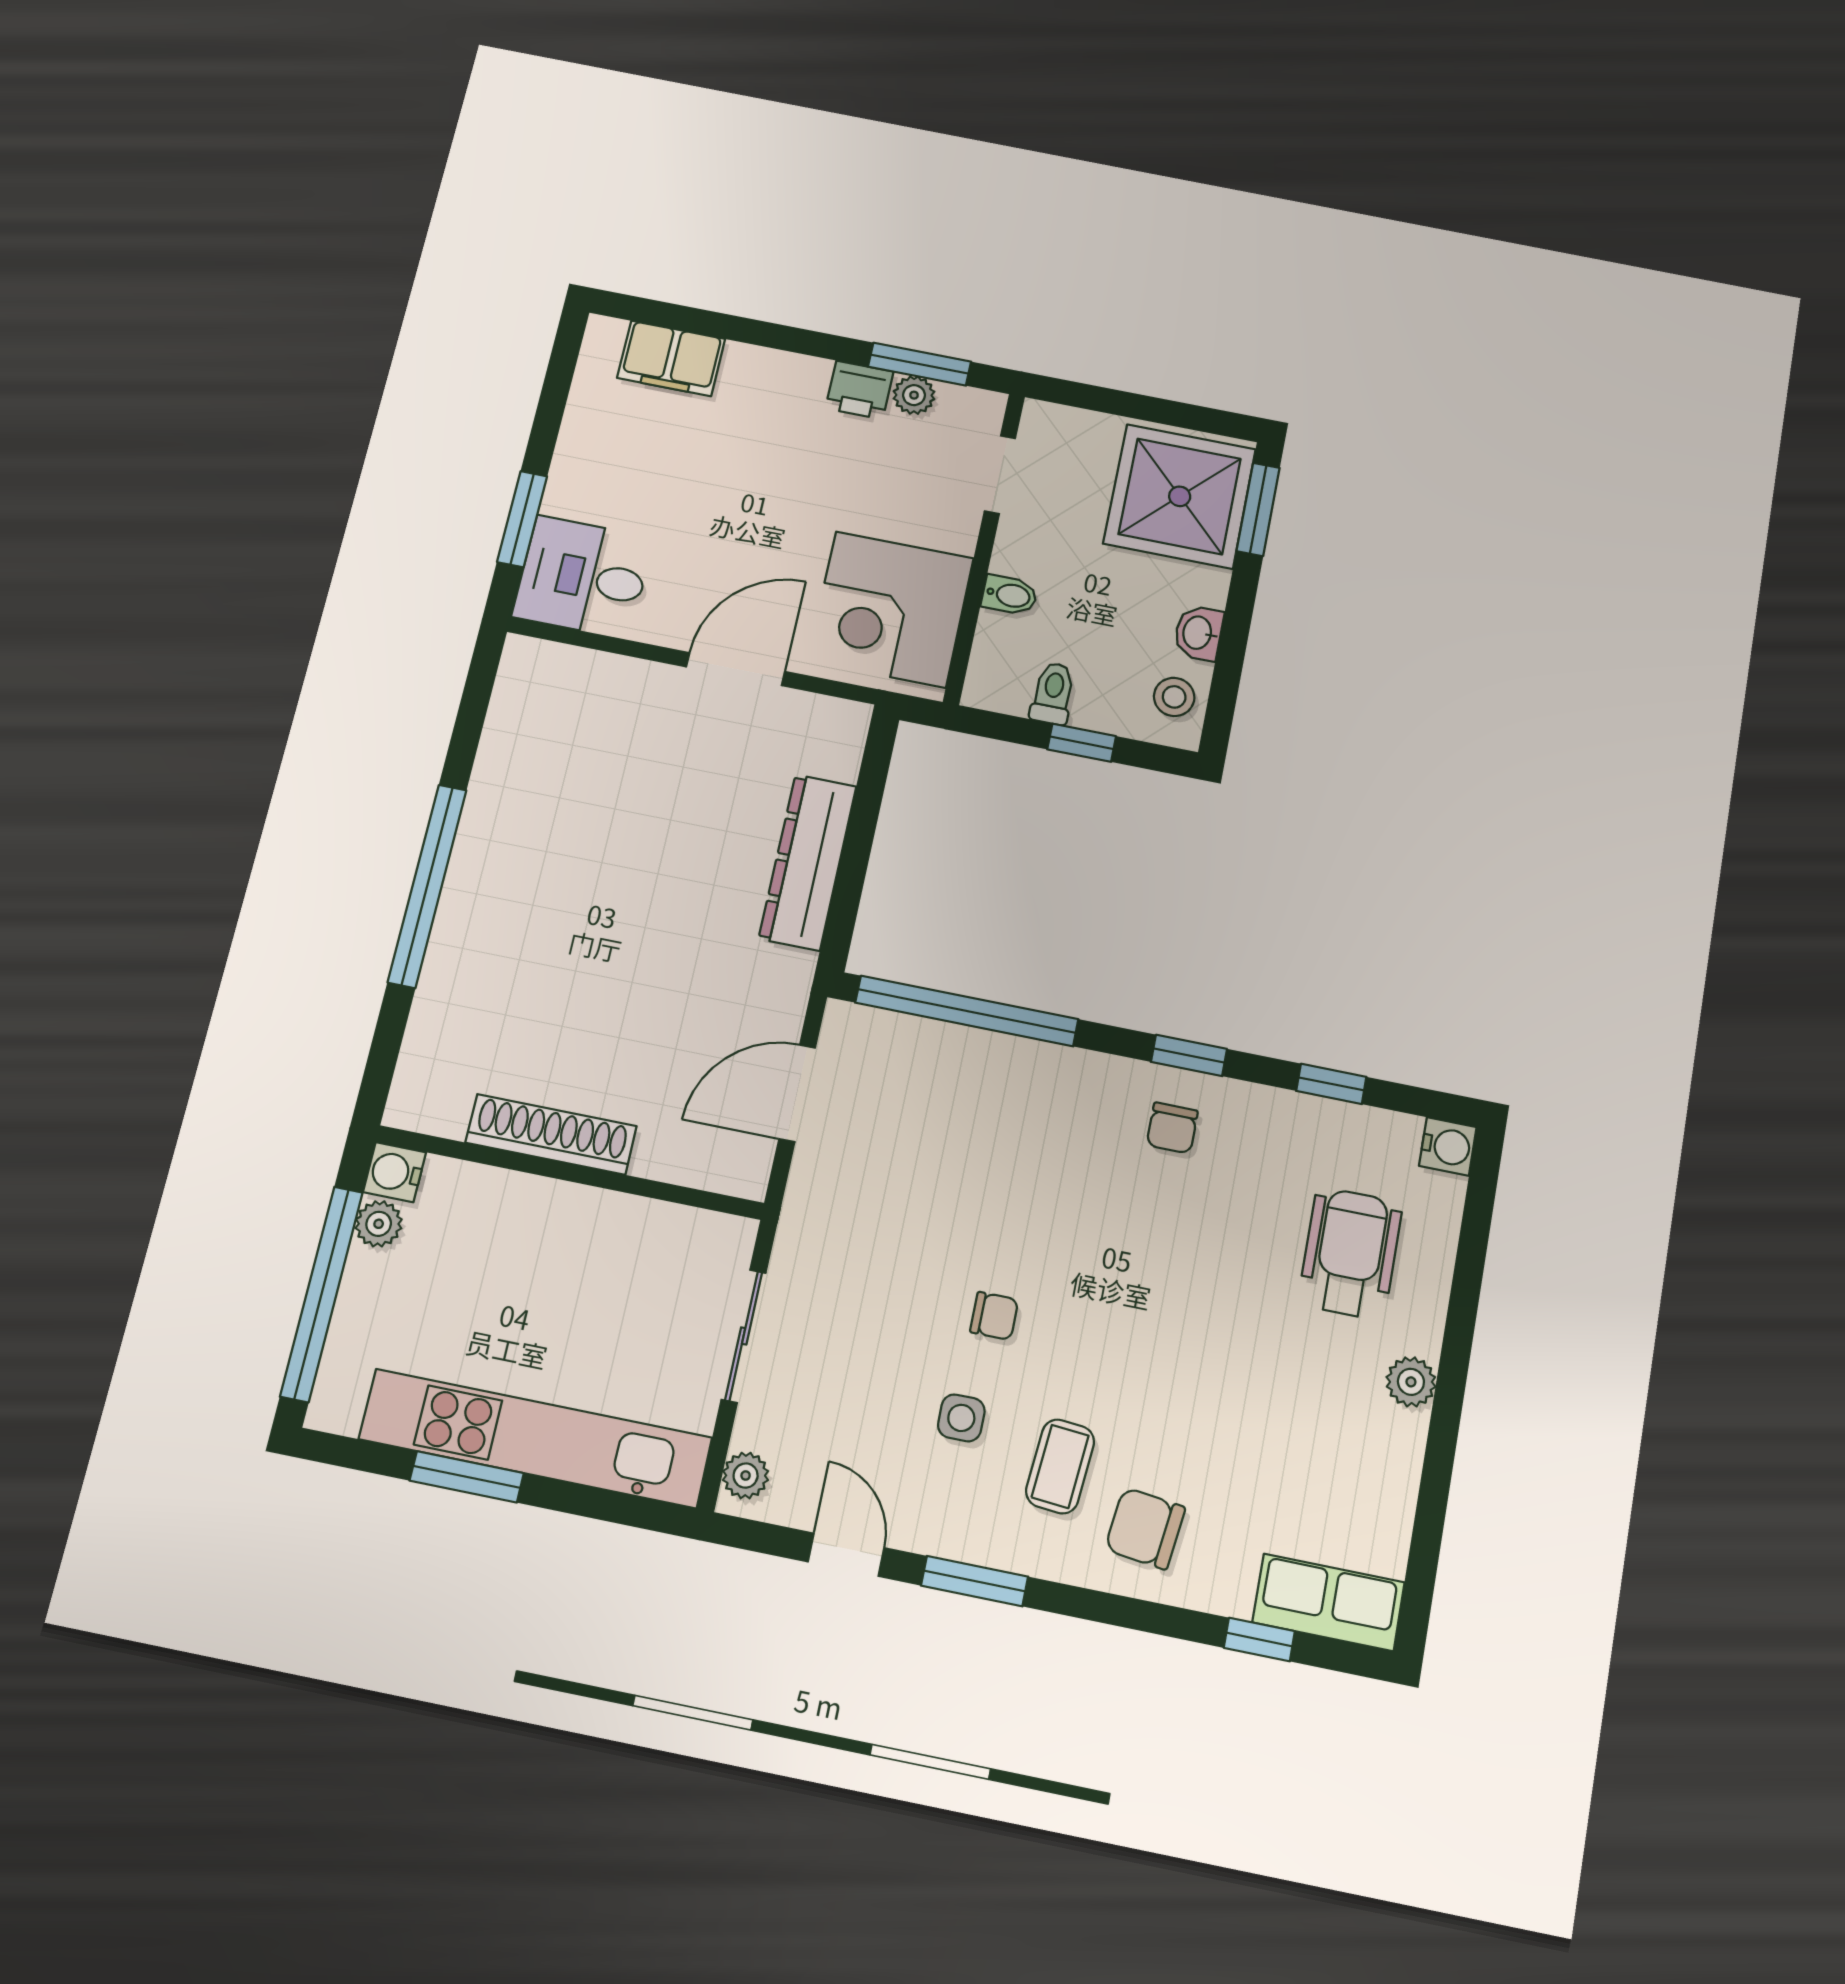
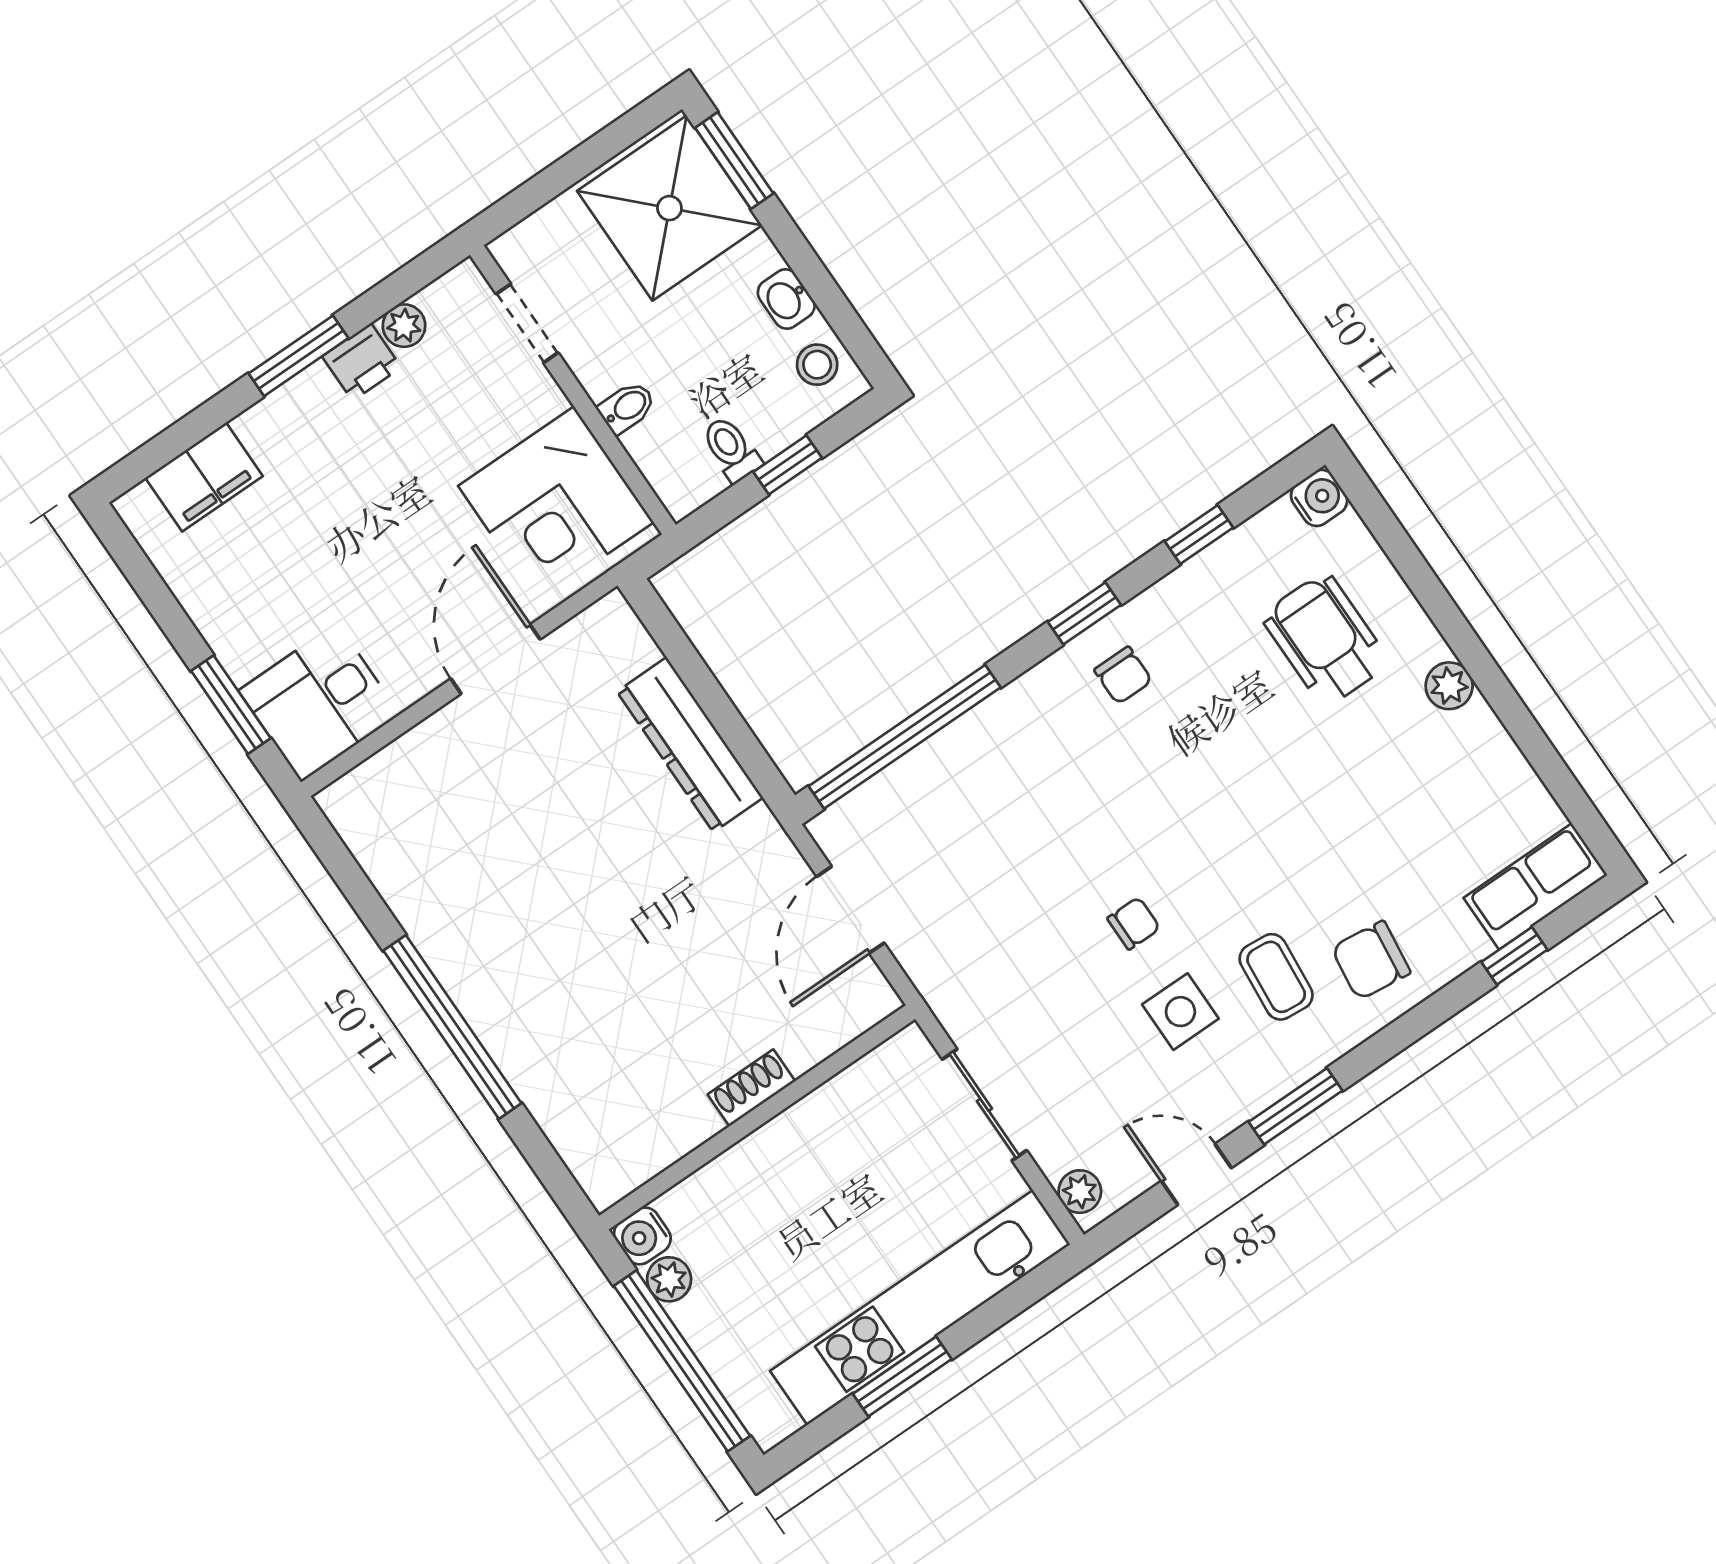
window: (920, 364) -> (298, 356), moved
shoe rack: (551, 1134) -> (751, 1088), width x0.51, depth x0.81
side table: (961, 1418) -> (1180, 1012), width x1.37, depth x1.37

